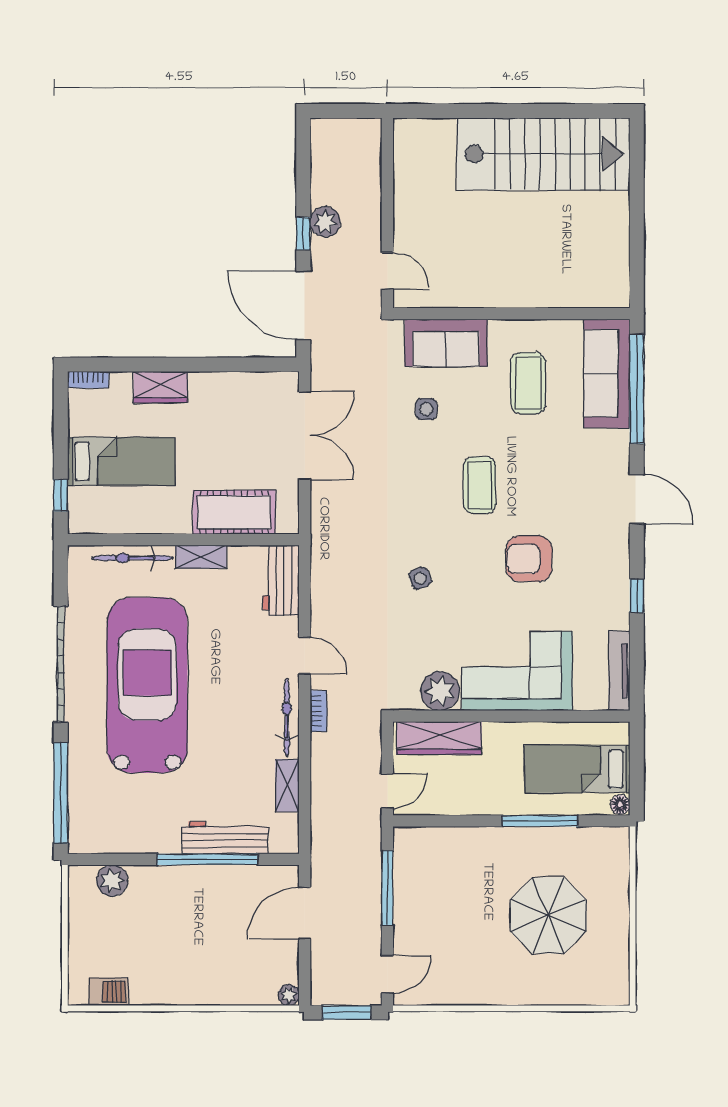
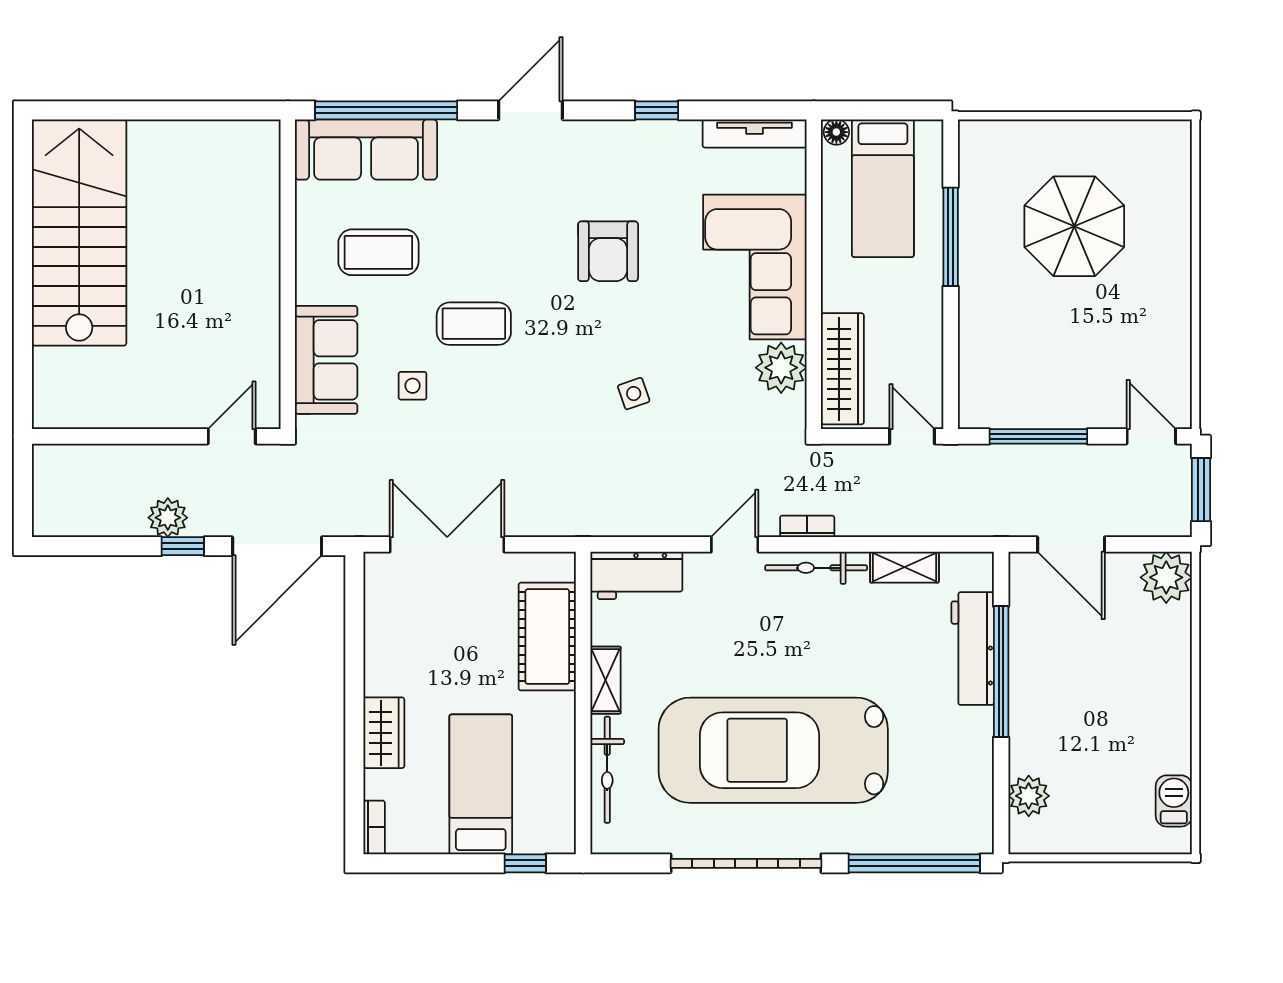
coffee table: (480, 485) -> (474, 324), moved
floor lamp: (620, 805) -> (836, 132), moved
plant: (289, 995) -> (1166, 577), width x1.87, depth x1.87

